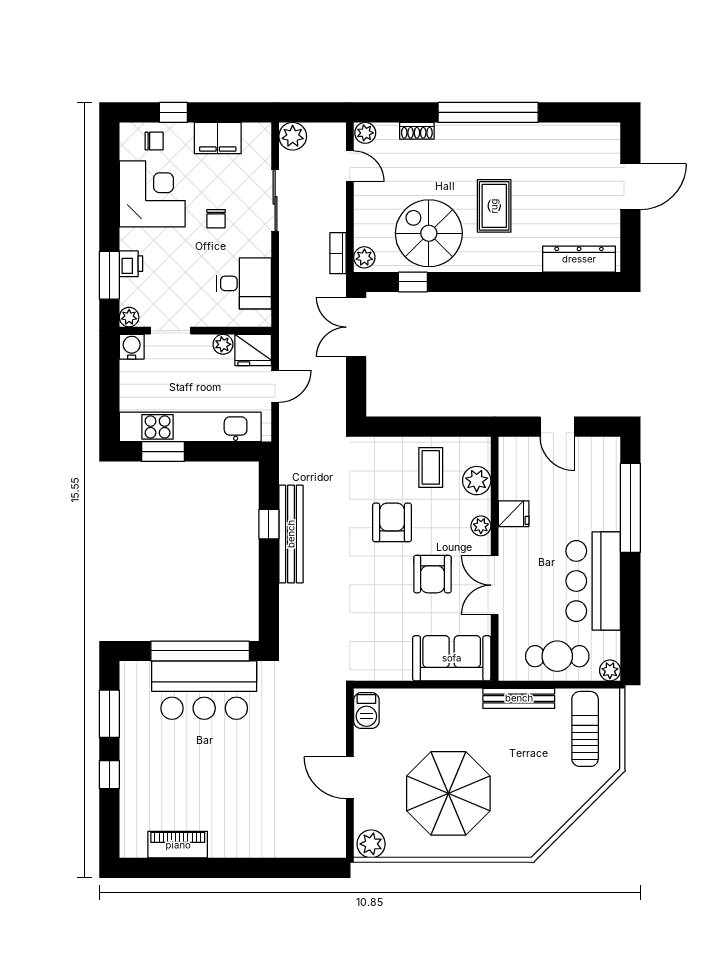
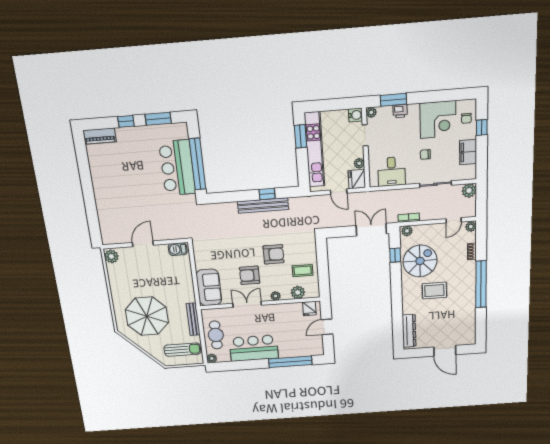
fridge: (514, 514) -> (309, 309), moved
parasol: (448, 793) -> (147, 316), moved
piano: (178, 845) -> (100, 136), moved, turned 90

